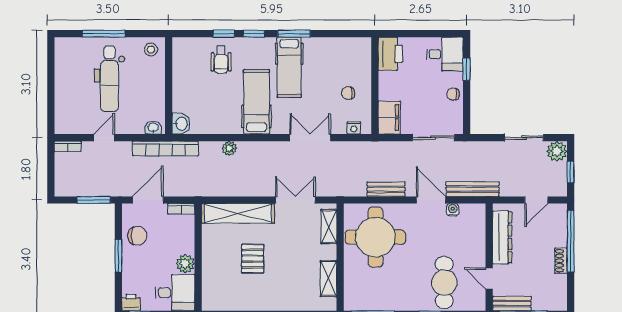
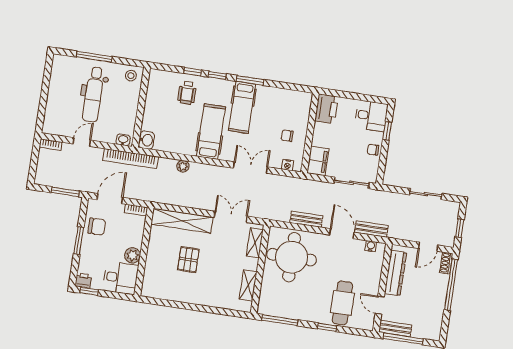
plant: (557, 151) -> (451, 209), removed
bench: (473, 189) -> (371, 229), width x0.73
water cooler: (453, 210) -> (371, 246), moved
shoe rack: (561, 261) -> (446, 263), moved

